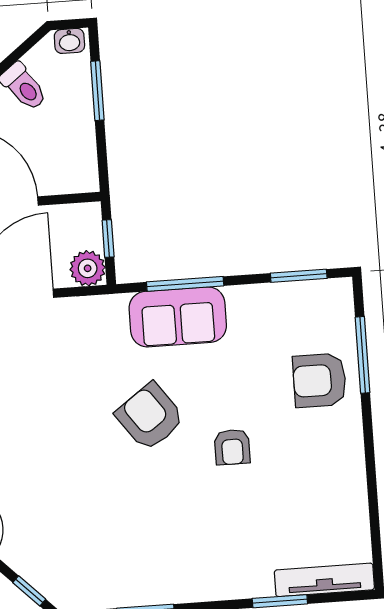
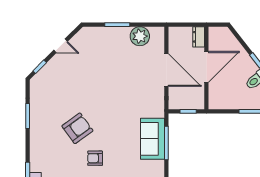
plant: (88, 268) -> (176, 102), removed
armchair: (150, 417) -> (77, 128), moved

